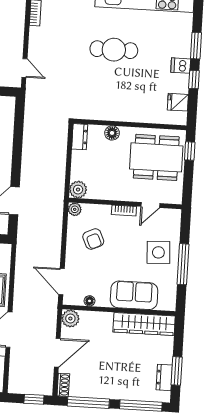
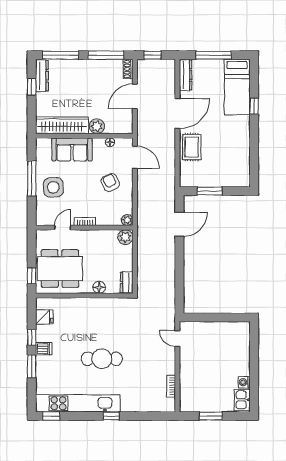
armchair: (93, 239) -> (110, 183), moved
plant: (70, 318) -> (97, 126), moved
window: (177, 371) -> (32, 87), width x0.67
dresser: (164, 377) -> (42, 76), width x1.44

